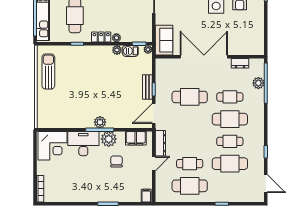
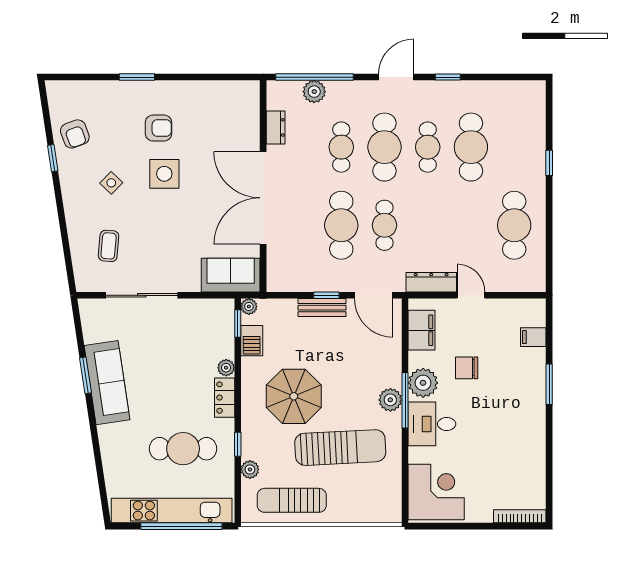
plant: (117, 50) -> (250, 469), moved
parasol: (102, 73) -> (294, 396), added
sun lounger: (75, 96) -> (340, 448), added
desk: (83, 144) -> (432, 424), width x0.73
cafe table: (190, 164) -> (384, 225), moved
door: (266, 184) -> (396, 77), moved
filing cabinet: (146, 196) -> (533, 337), moved

